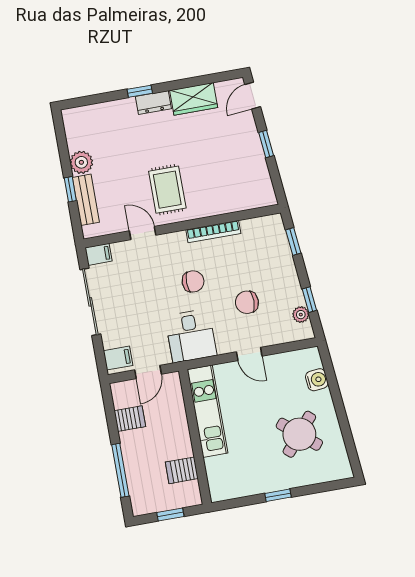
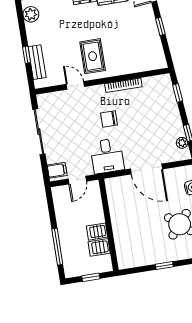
plant: (81, 162) -> (31, 14), moved
filing cabinet: (99, 254) -> (45, 99), removed
chair: (193, 281) -> (109, 119), turned 180
chair: (247, 302) -> (145, 134), removed
door: (249, 354) -> (146, 169), width x1.88
kitchen unit: (208, 411) -> (117, 207), removed
server rack: (130, 419) -> (97, 232), moved, turned 180

